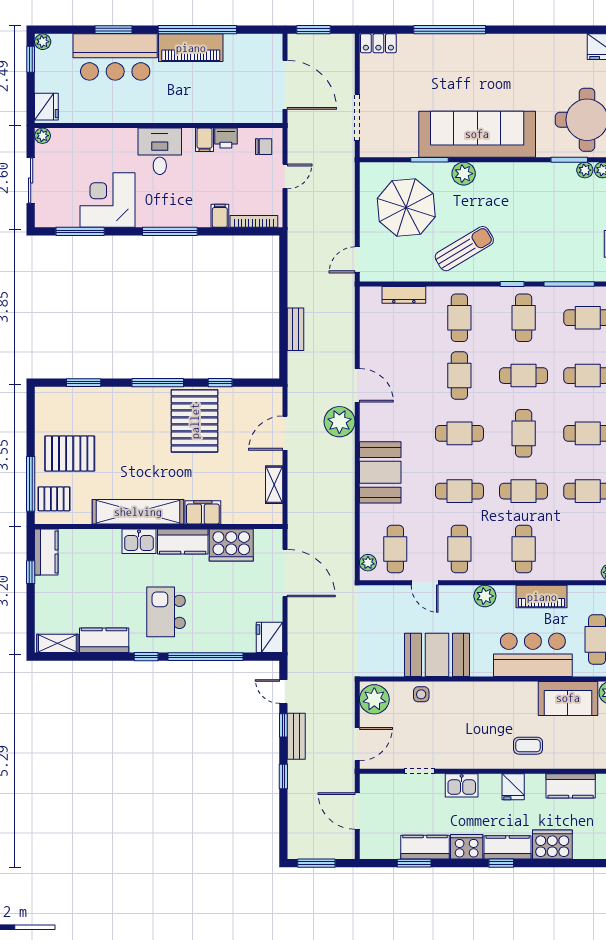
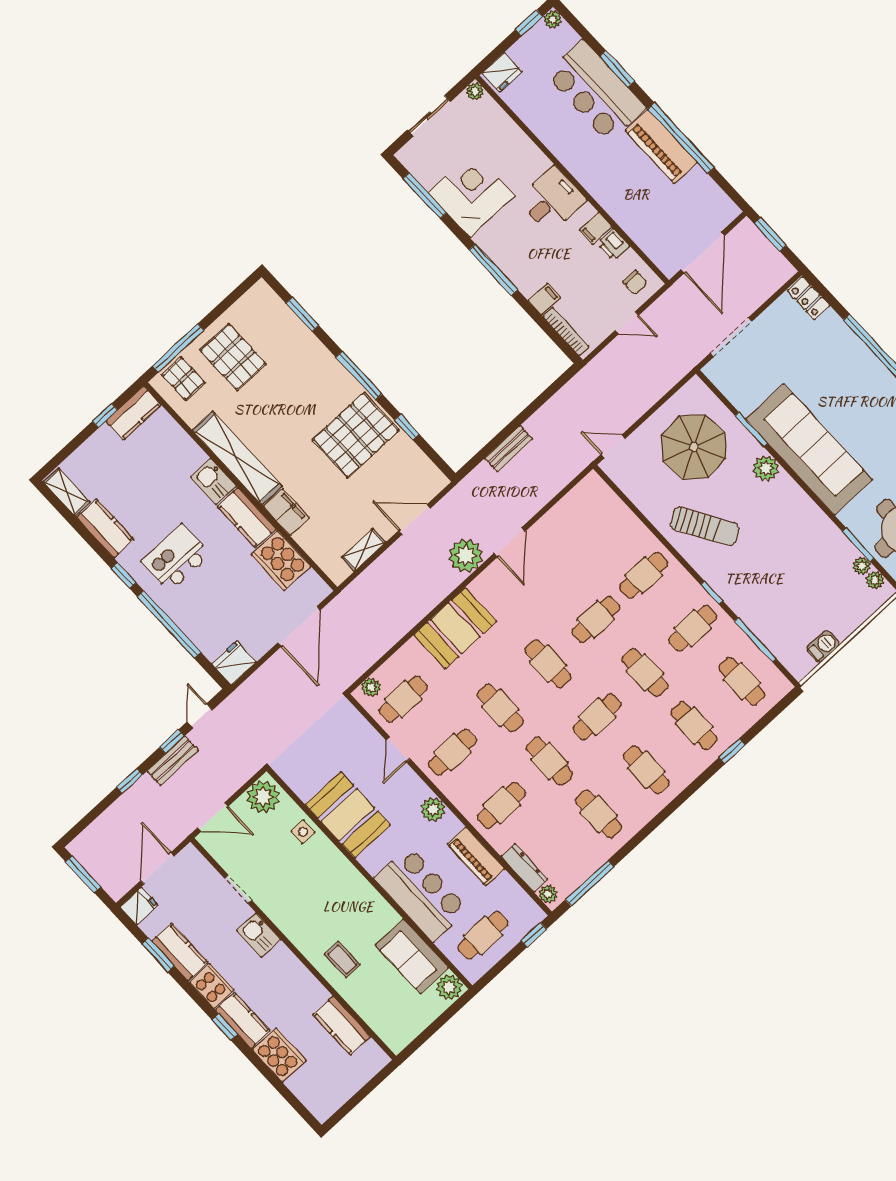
dresser: (404, 295) -> (524, 868), moved, turned 180
fridge: (513, 787) -> (139, 906), moved, turned 180

